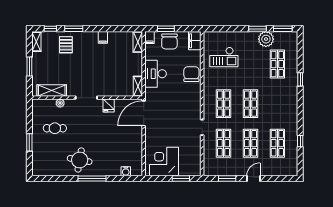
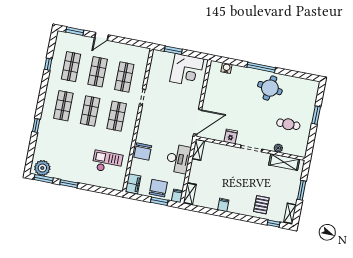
window: (74, 29) -> (250, 219), removed
plant: (266, 39) -> (42, 168), moved
shop shelf: (277, 64) -> (63, 106), moved
window: (227, 179) -> (75, 31), moved

